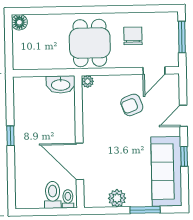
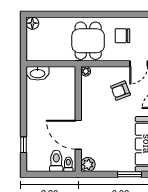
chair: (133, 36) -> (123, 36), turned -90
washbasin: (61, 84) -> (38, 73), moved
window: (10, 136) -> (24, 145), moved
plant: (117, 198) -> (88, 165), moved

